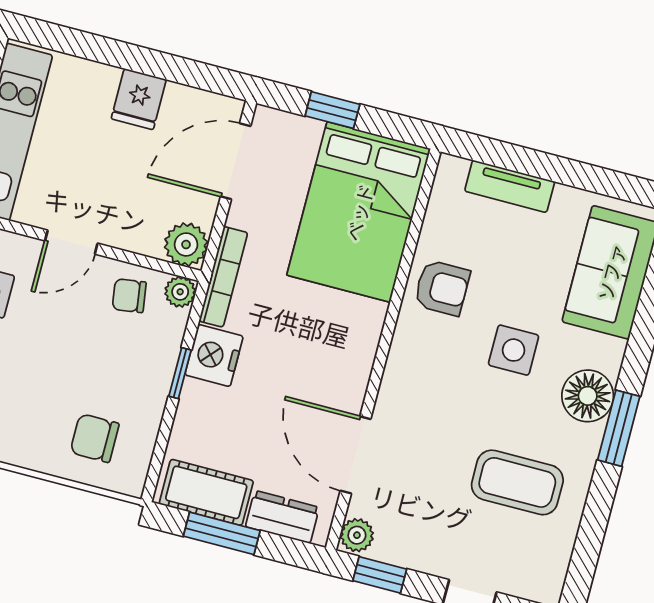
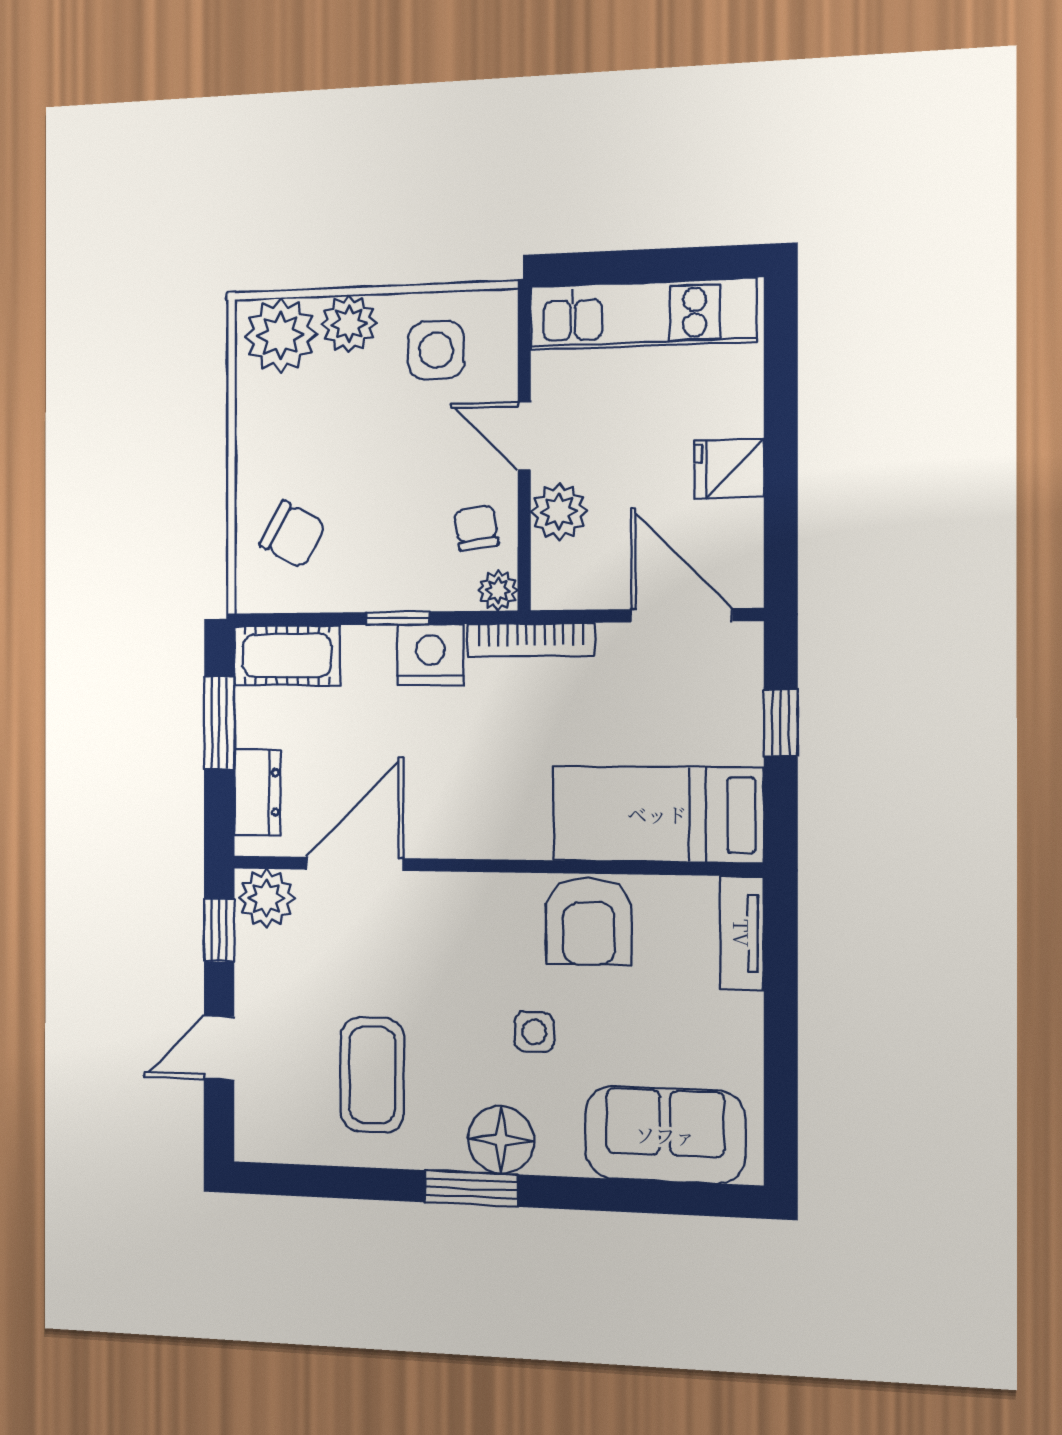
tv unit: (510, 186) -> (742, 933), moved
bed: (359, 212) -> (657, 814), width x0.67
plant: (186, 244) -> (559, 512), moved
armchair: (442, 288) -> (589, 922), width x1.38, depth x1.38
side table: (514, 350) -> (534, 1032), width x0.73, depth x0.73
chair: (95, 438) -> (293, 535), turned 119
cot: (206, 492) -> (287, 655), moved, turned 90
plant: (357, 535) -> (267, 898), width x1.38, depth x1.38

